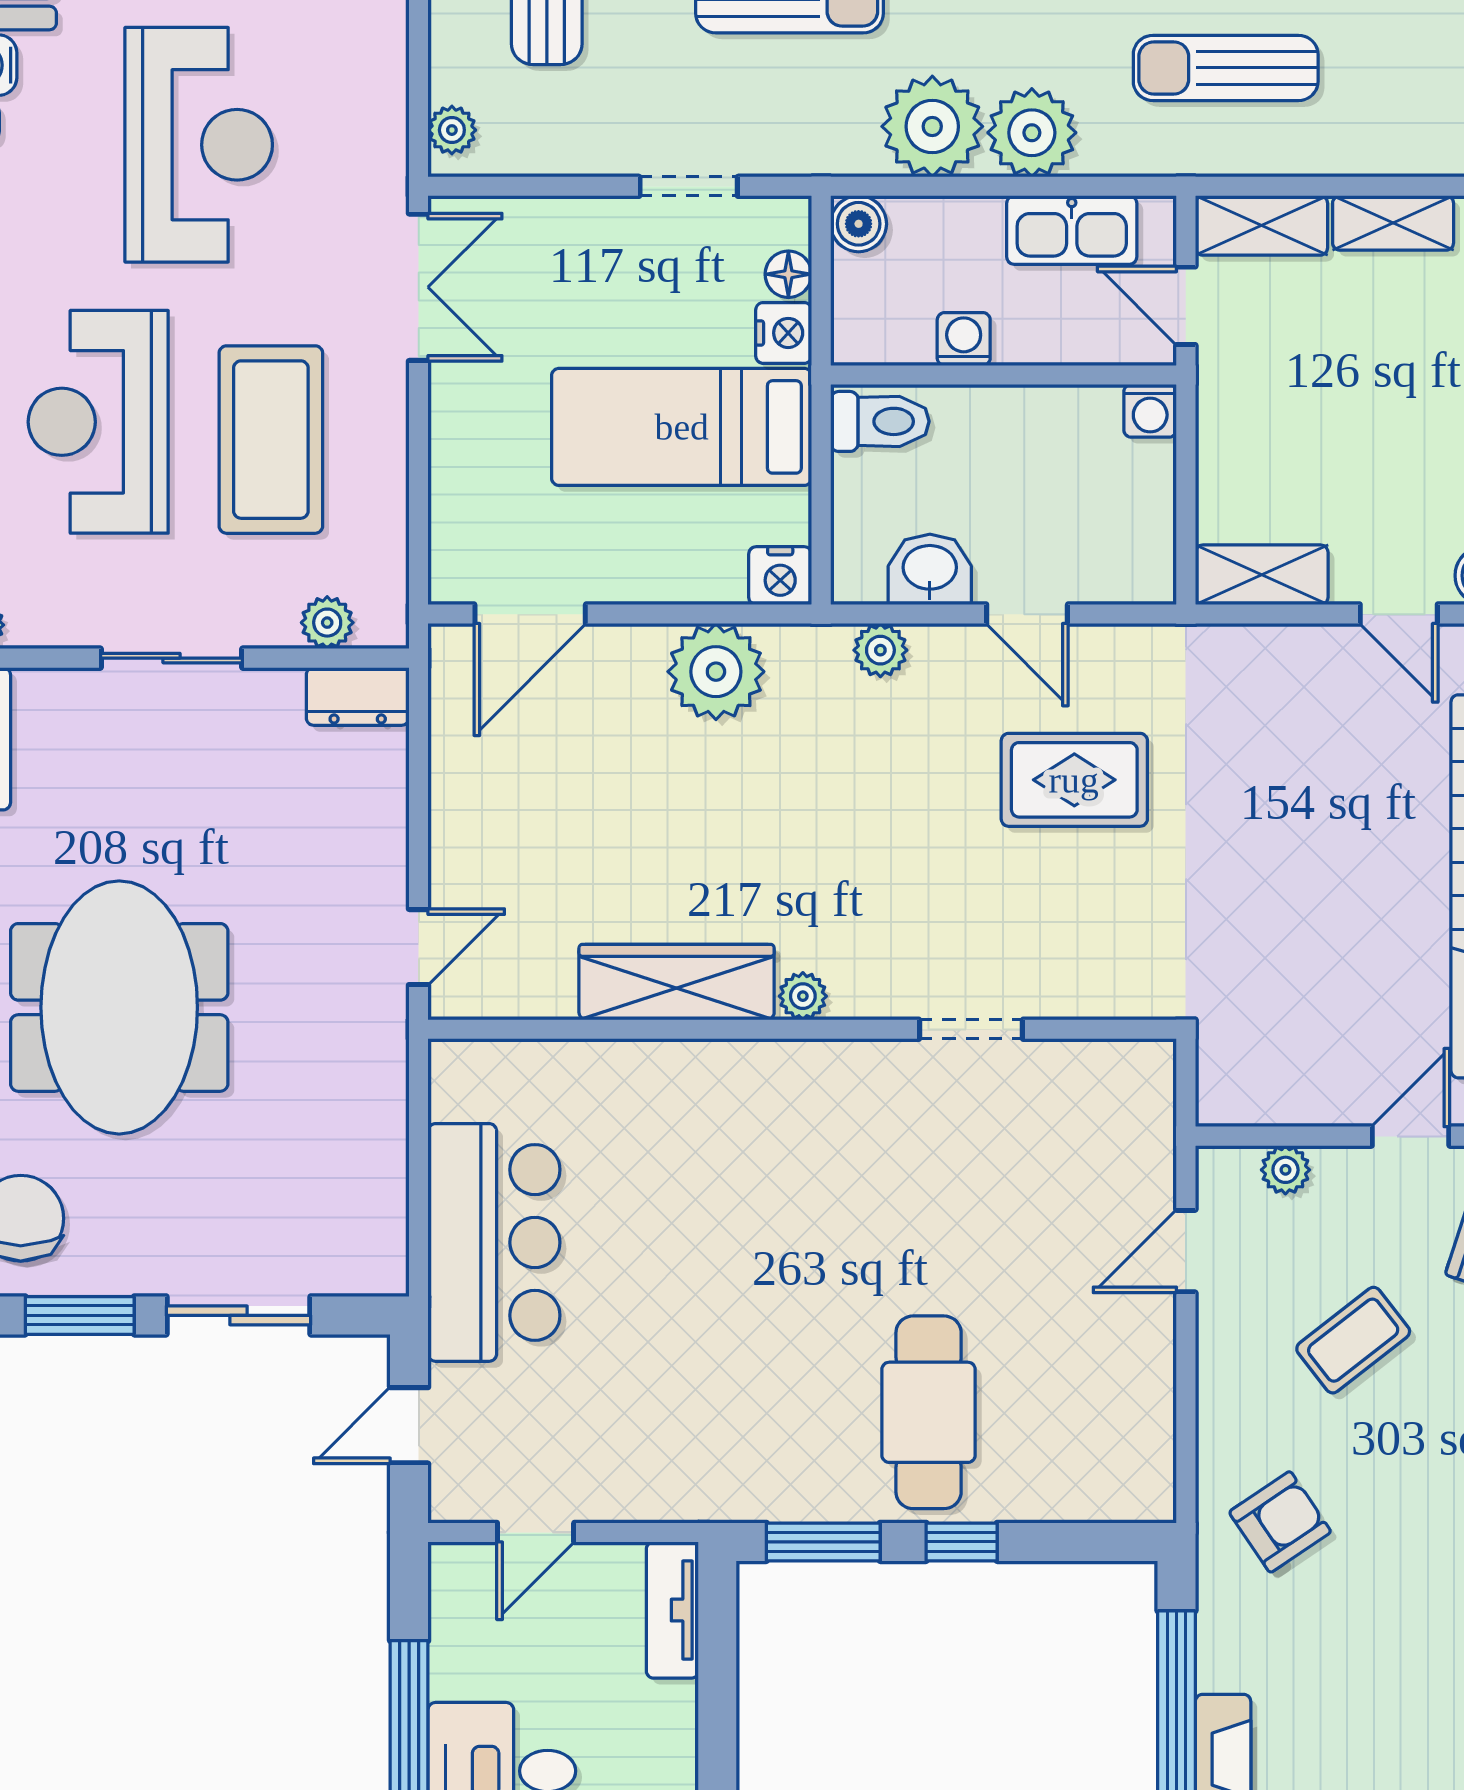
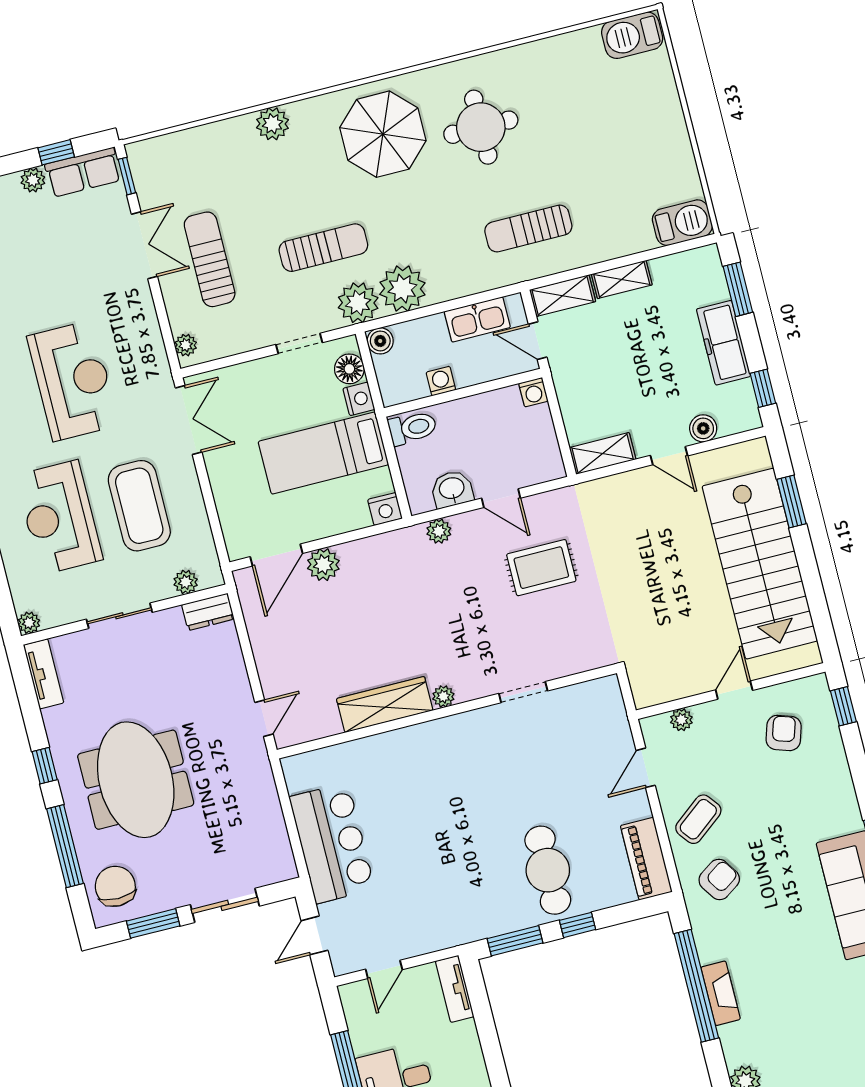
plant: (1032, 133) -> (358, 303), moved
floor lamp: (788, 274) -> (349, 369), width x1.37, depth x1.37
plant: (716, 672) -> (323, 565), moved, width x0.73, depth x0.73
coffee table: (1353, 1340) -> (698, 819), moved
piano: (1139, 1440) -> (646, 859), added

